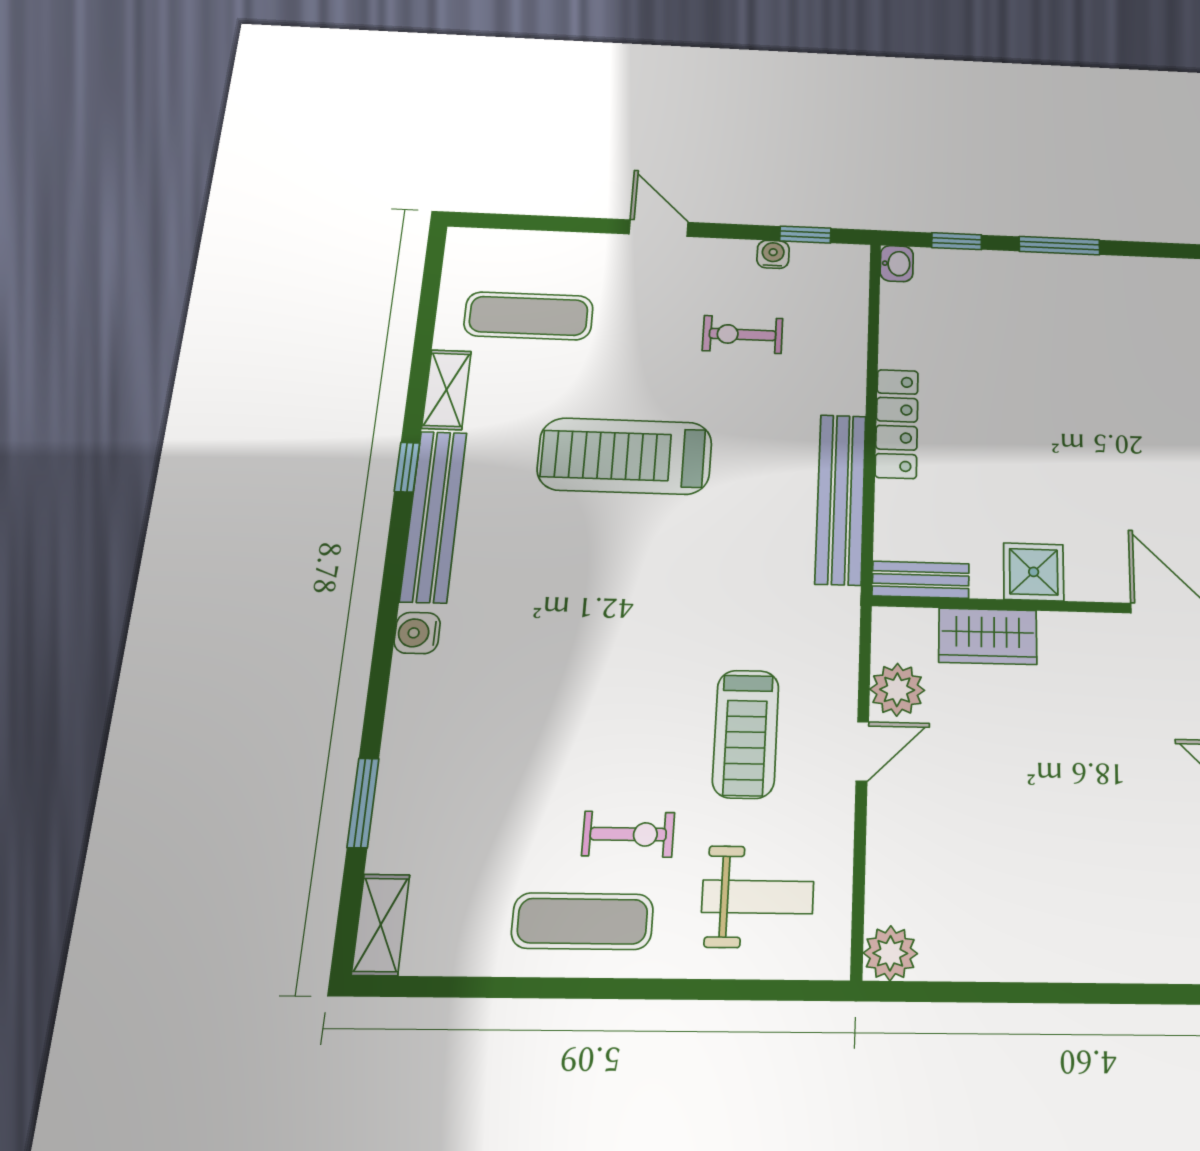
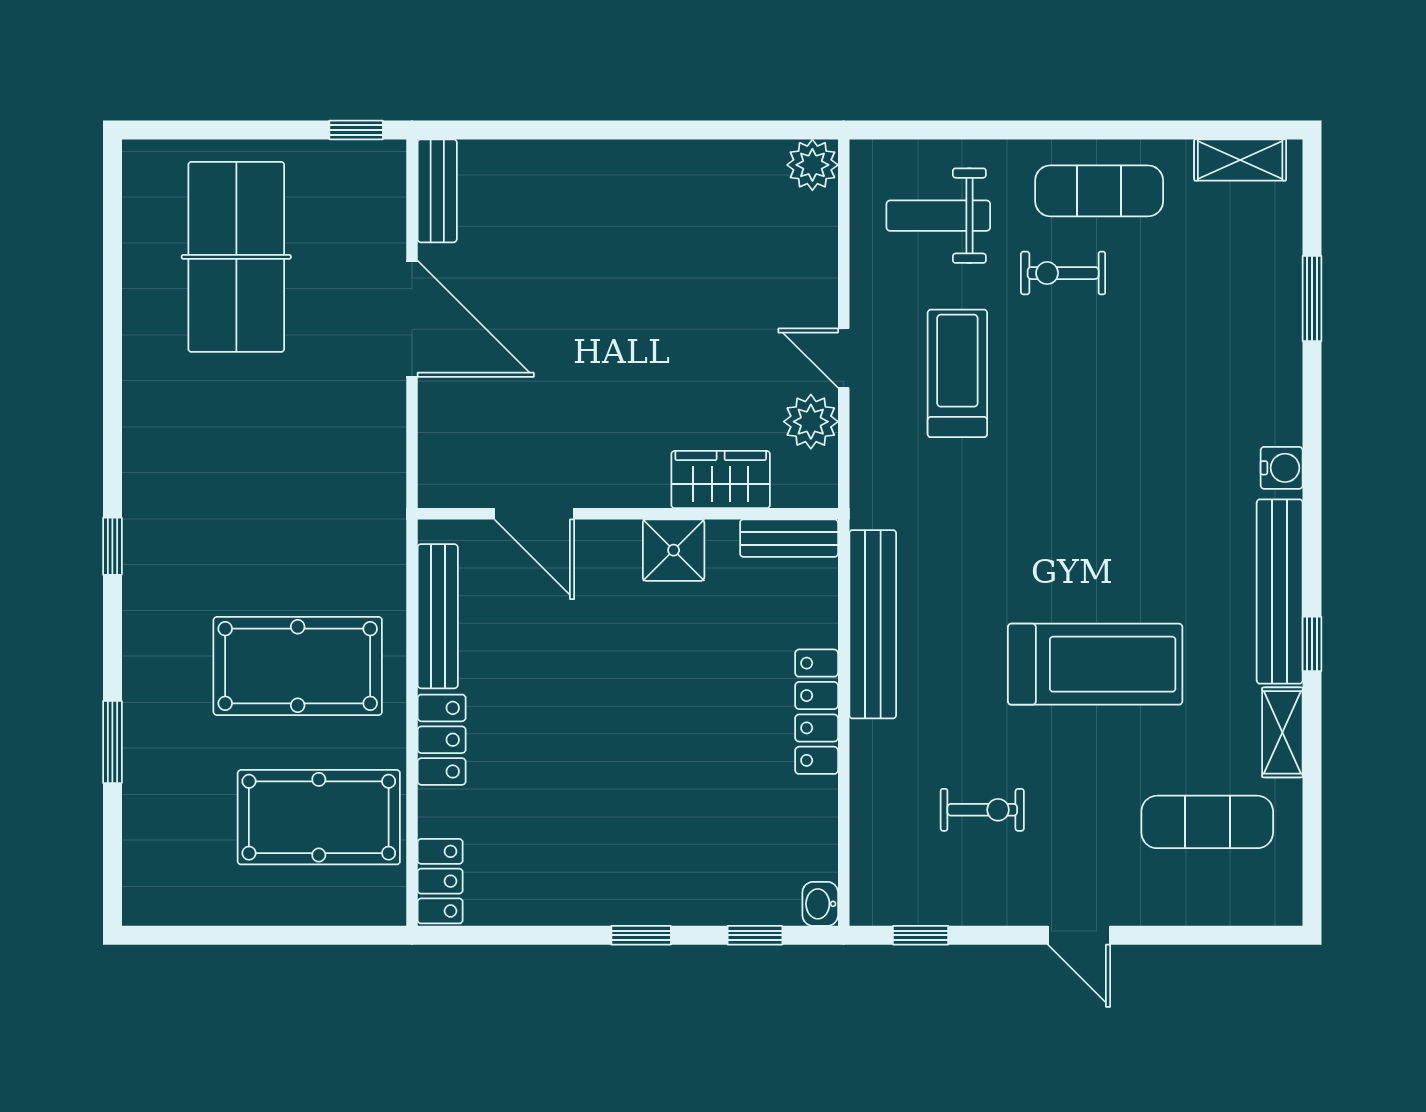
window: (1059, 246) -> (641, 935), width x0.67
water cooler: (773, 254) -> (954, 909), removed
door: (862, 751) -> (844, 358), hinge flipped
shelving: (381, 925) -> (1240, 160), moved, turned 90

